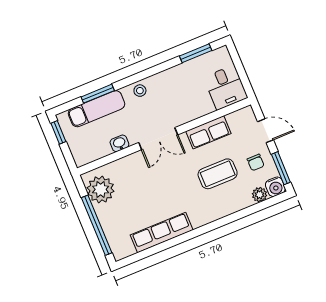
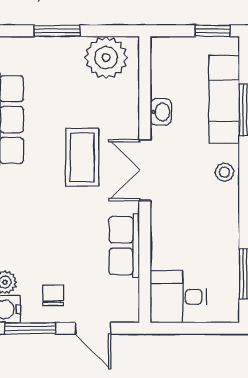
door: (265, 131) -> (93, 328), hinge flipped
chair: (256, 162) -> (53, 296), turned 90
coffee table: (218, 174) -> (82, 157), moved
window: (97, 225) -> (57, 31), width x0.47

